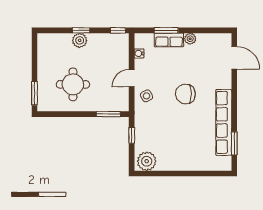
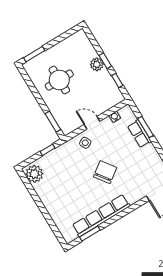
window: (118, 30) -> (117, 80), moved
plant: (190, 39) -> (150, 150), removed
chair: (185, 94) -> (105, 172), turned 54

